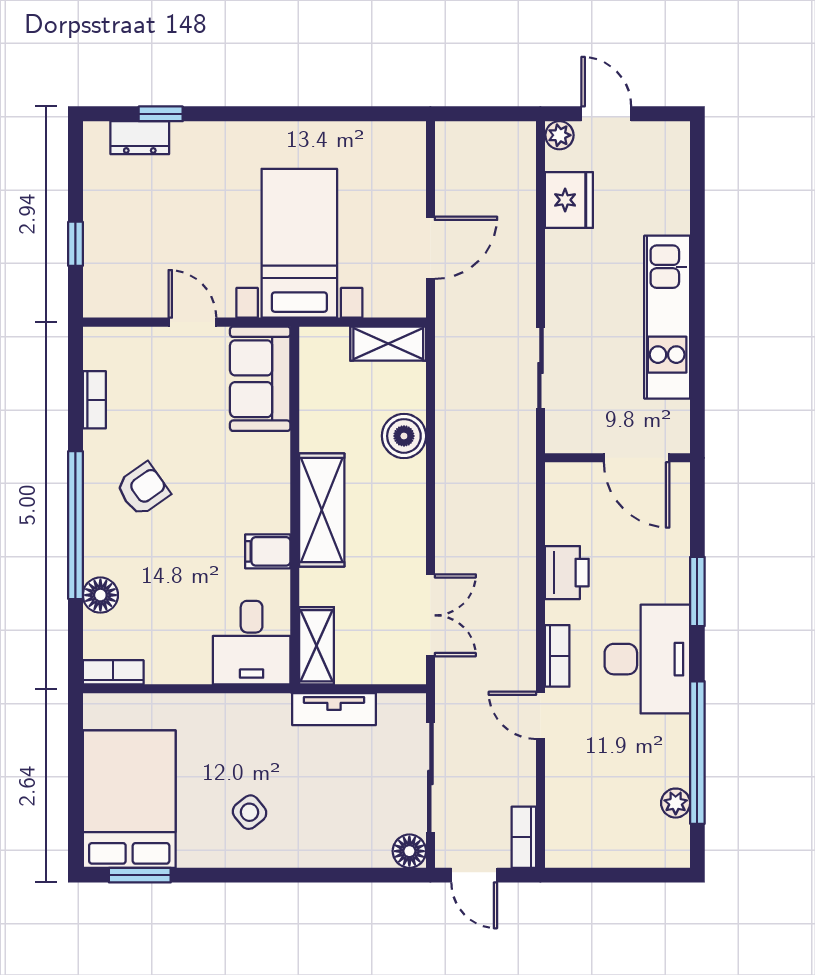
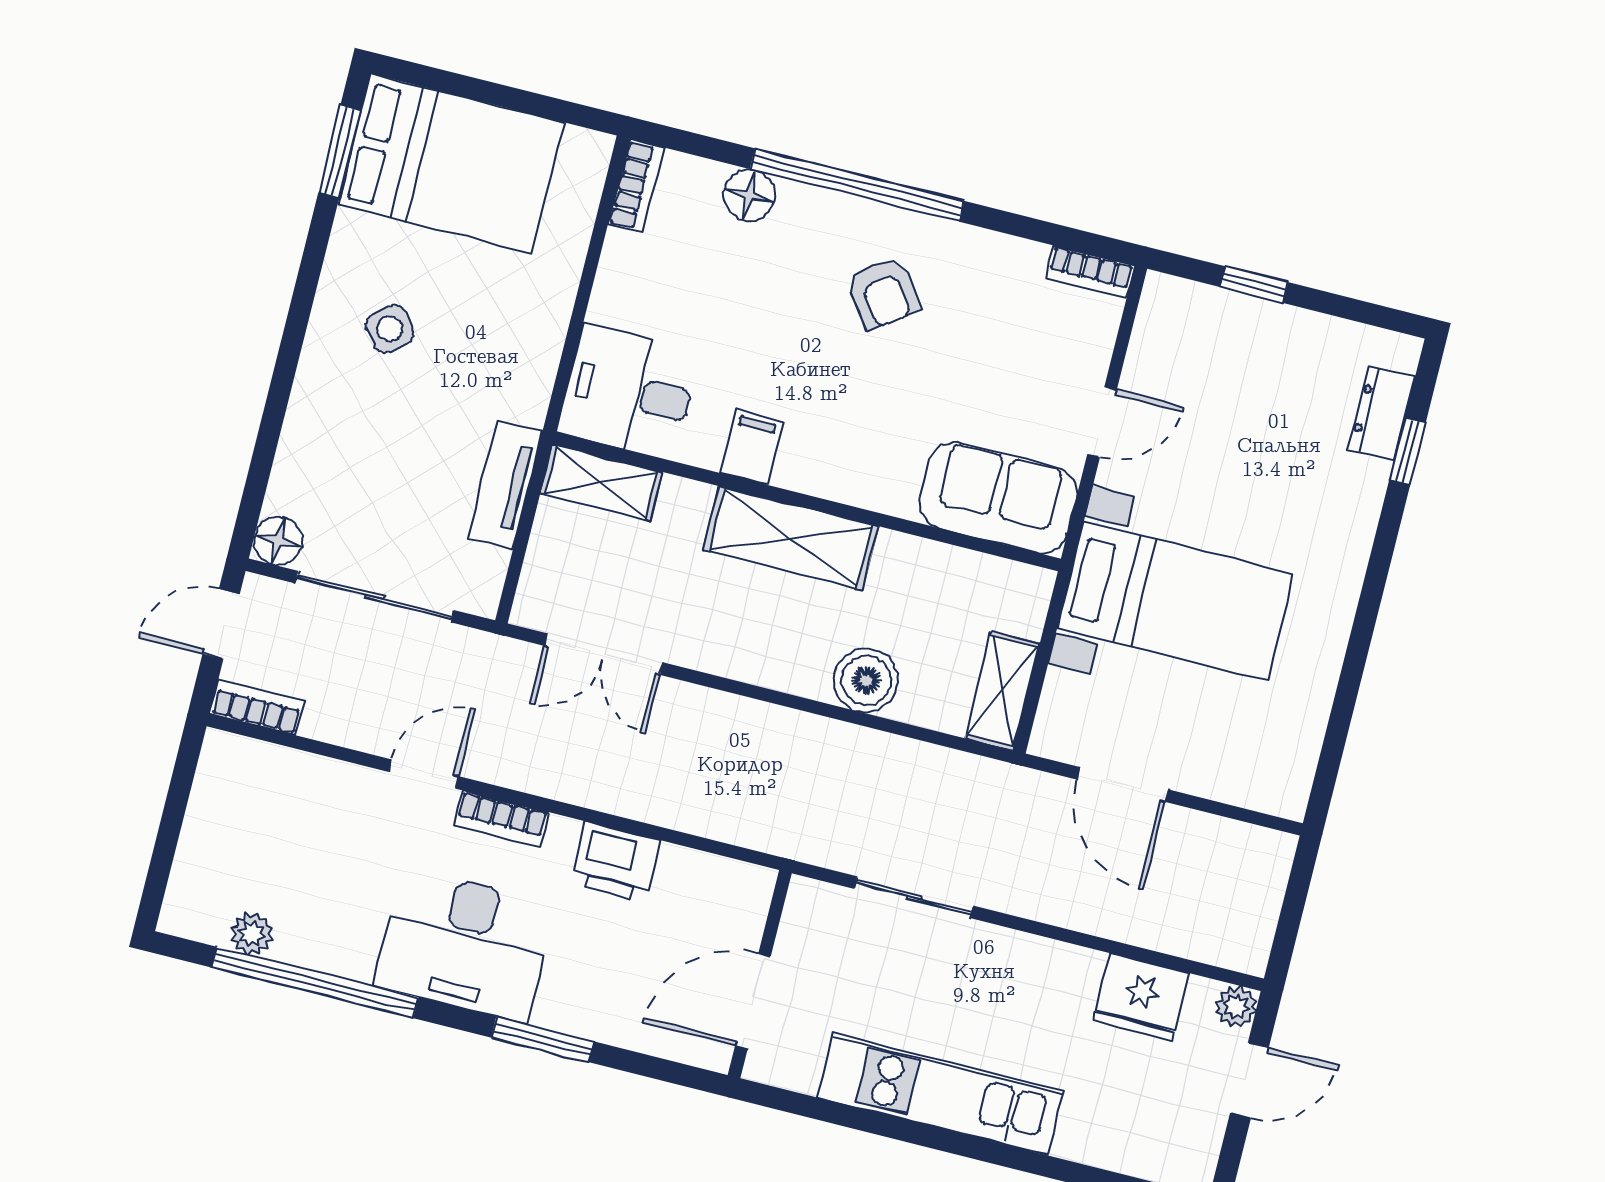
bookcase: (94, 400) -> (1090, 272), moved

